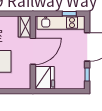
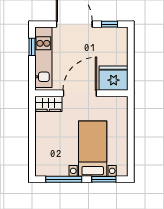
door: (33, 51) -> (80, 93), hinge flipped

